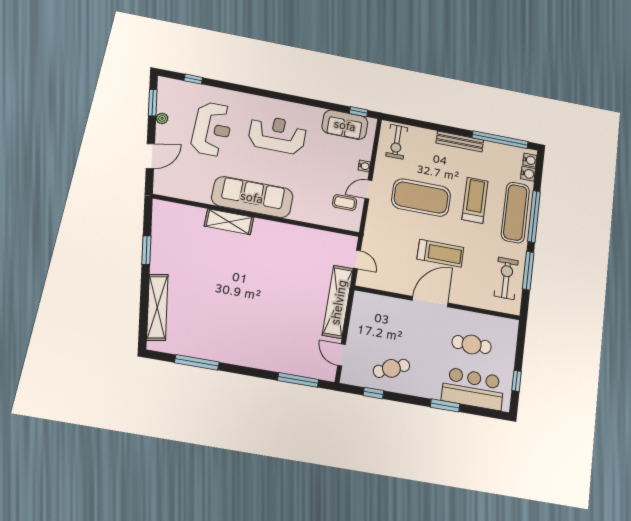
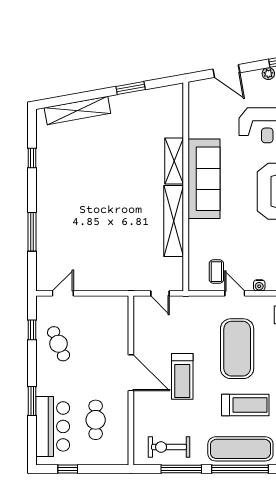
door: (357, 259) -> (160, 293), hinge flipped
exercise bike: (506, 278) -> (169, 447), turned 180
shelving: (338, 302) -> (174, 221), moved, turned 90
window: (197, 362) -> (32, 158), width x0.46
window: (298, 380) -> (32, 232), moved

